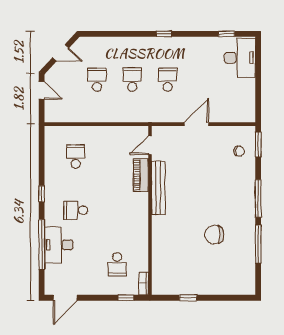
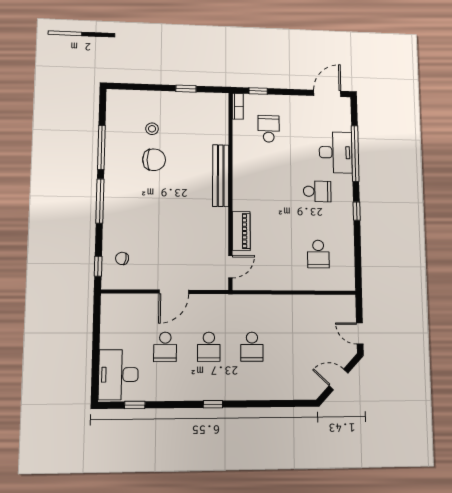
school desk: (97, 80) -> (165, 347), moved
window: (258, 145) -> (98, 266), width x0.67
bench: (158, 188) -> (221, 176), moved
stool: (216, 261) -> (152, 129), added

